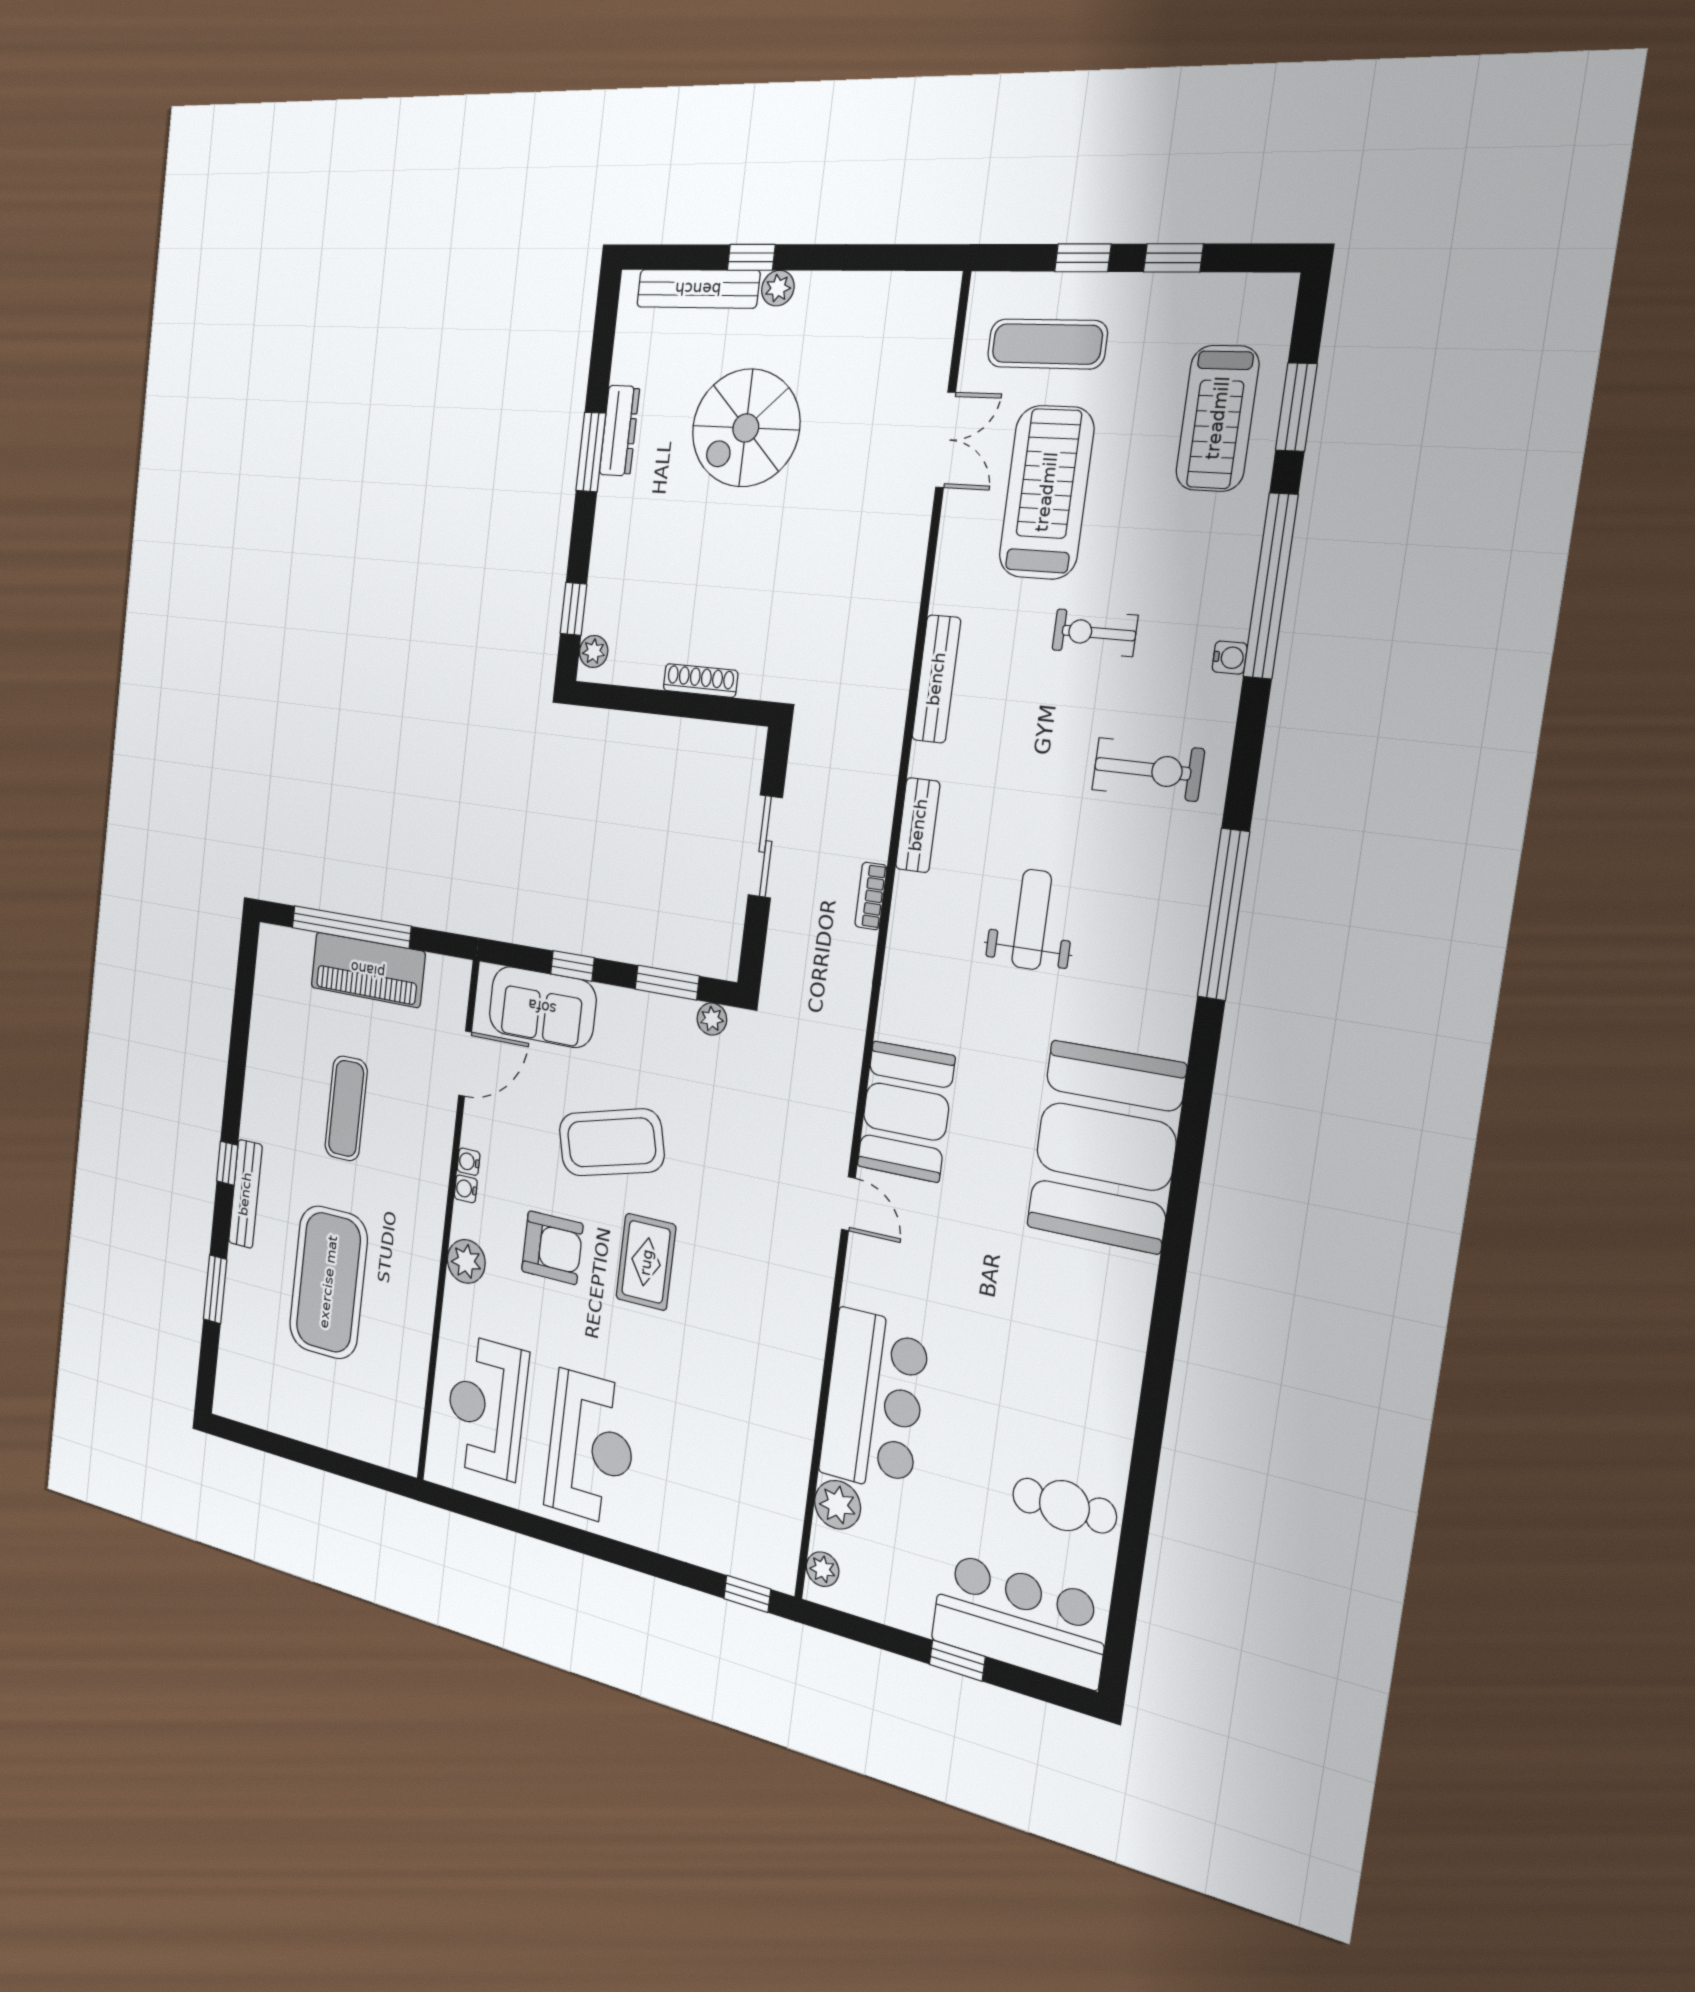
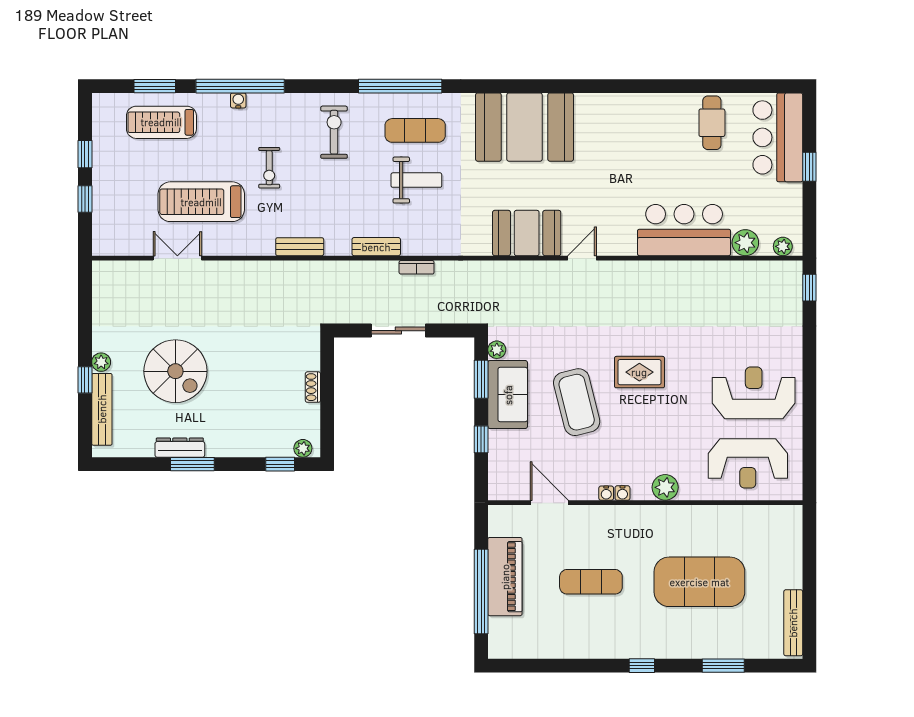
exercise mat: (1047, 344) -> (415, 130), moved, turned 90
treadmill: (1217, 418) -> (161, 122), turned 180
water cooler: (1230, 658) -> (238, 100), moved
bench: (936, 679) -> (300, 247), width x0.73
shoe rack: (700, 681) -> (313, 387), width x0.70
weight bench: (1032, 919) -> (416, 180), turned 180
sofa: (542, 1007) -> (508, 395), moved
bench: (245, 1194) -> (793, 623), moved, turned 90
armchair: (552, 1248) -> (644, 432), removed

